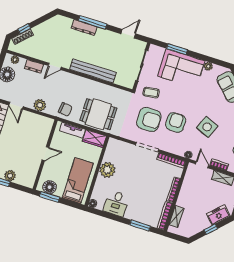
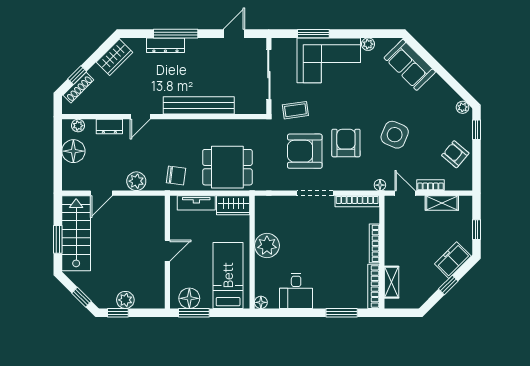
wardrobe: (51, 25) -> (114, 57), added
door: (16, 106) -> (101, 193), hinge flipped
armchair: (149, 119) -> (305, 151), turned 180

